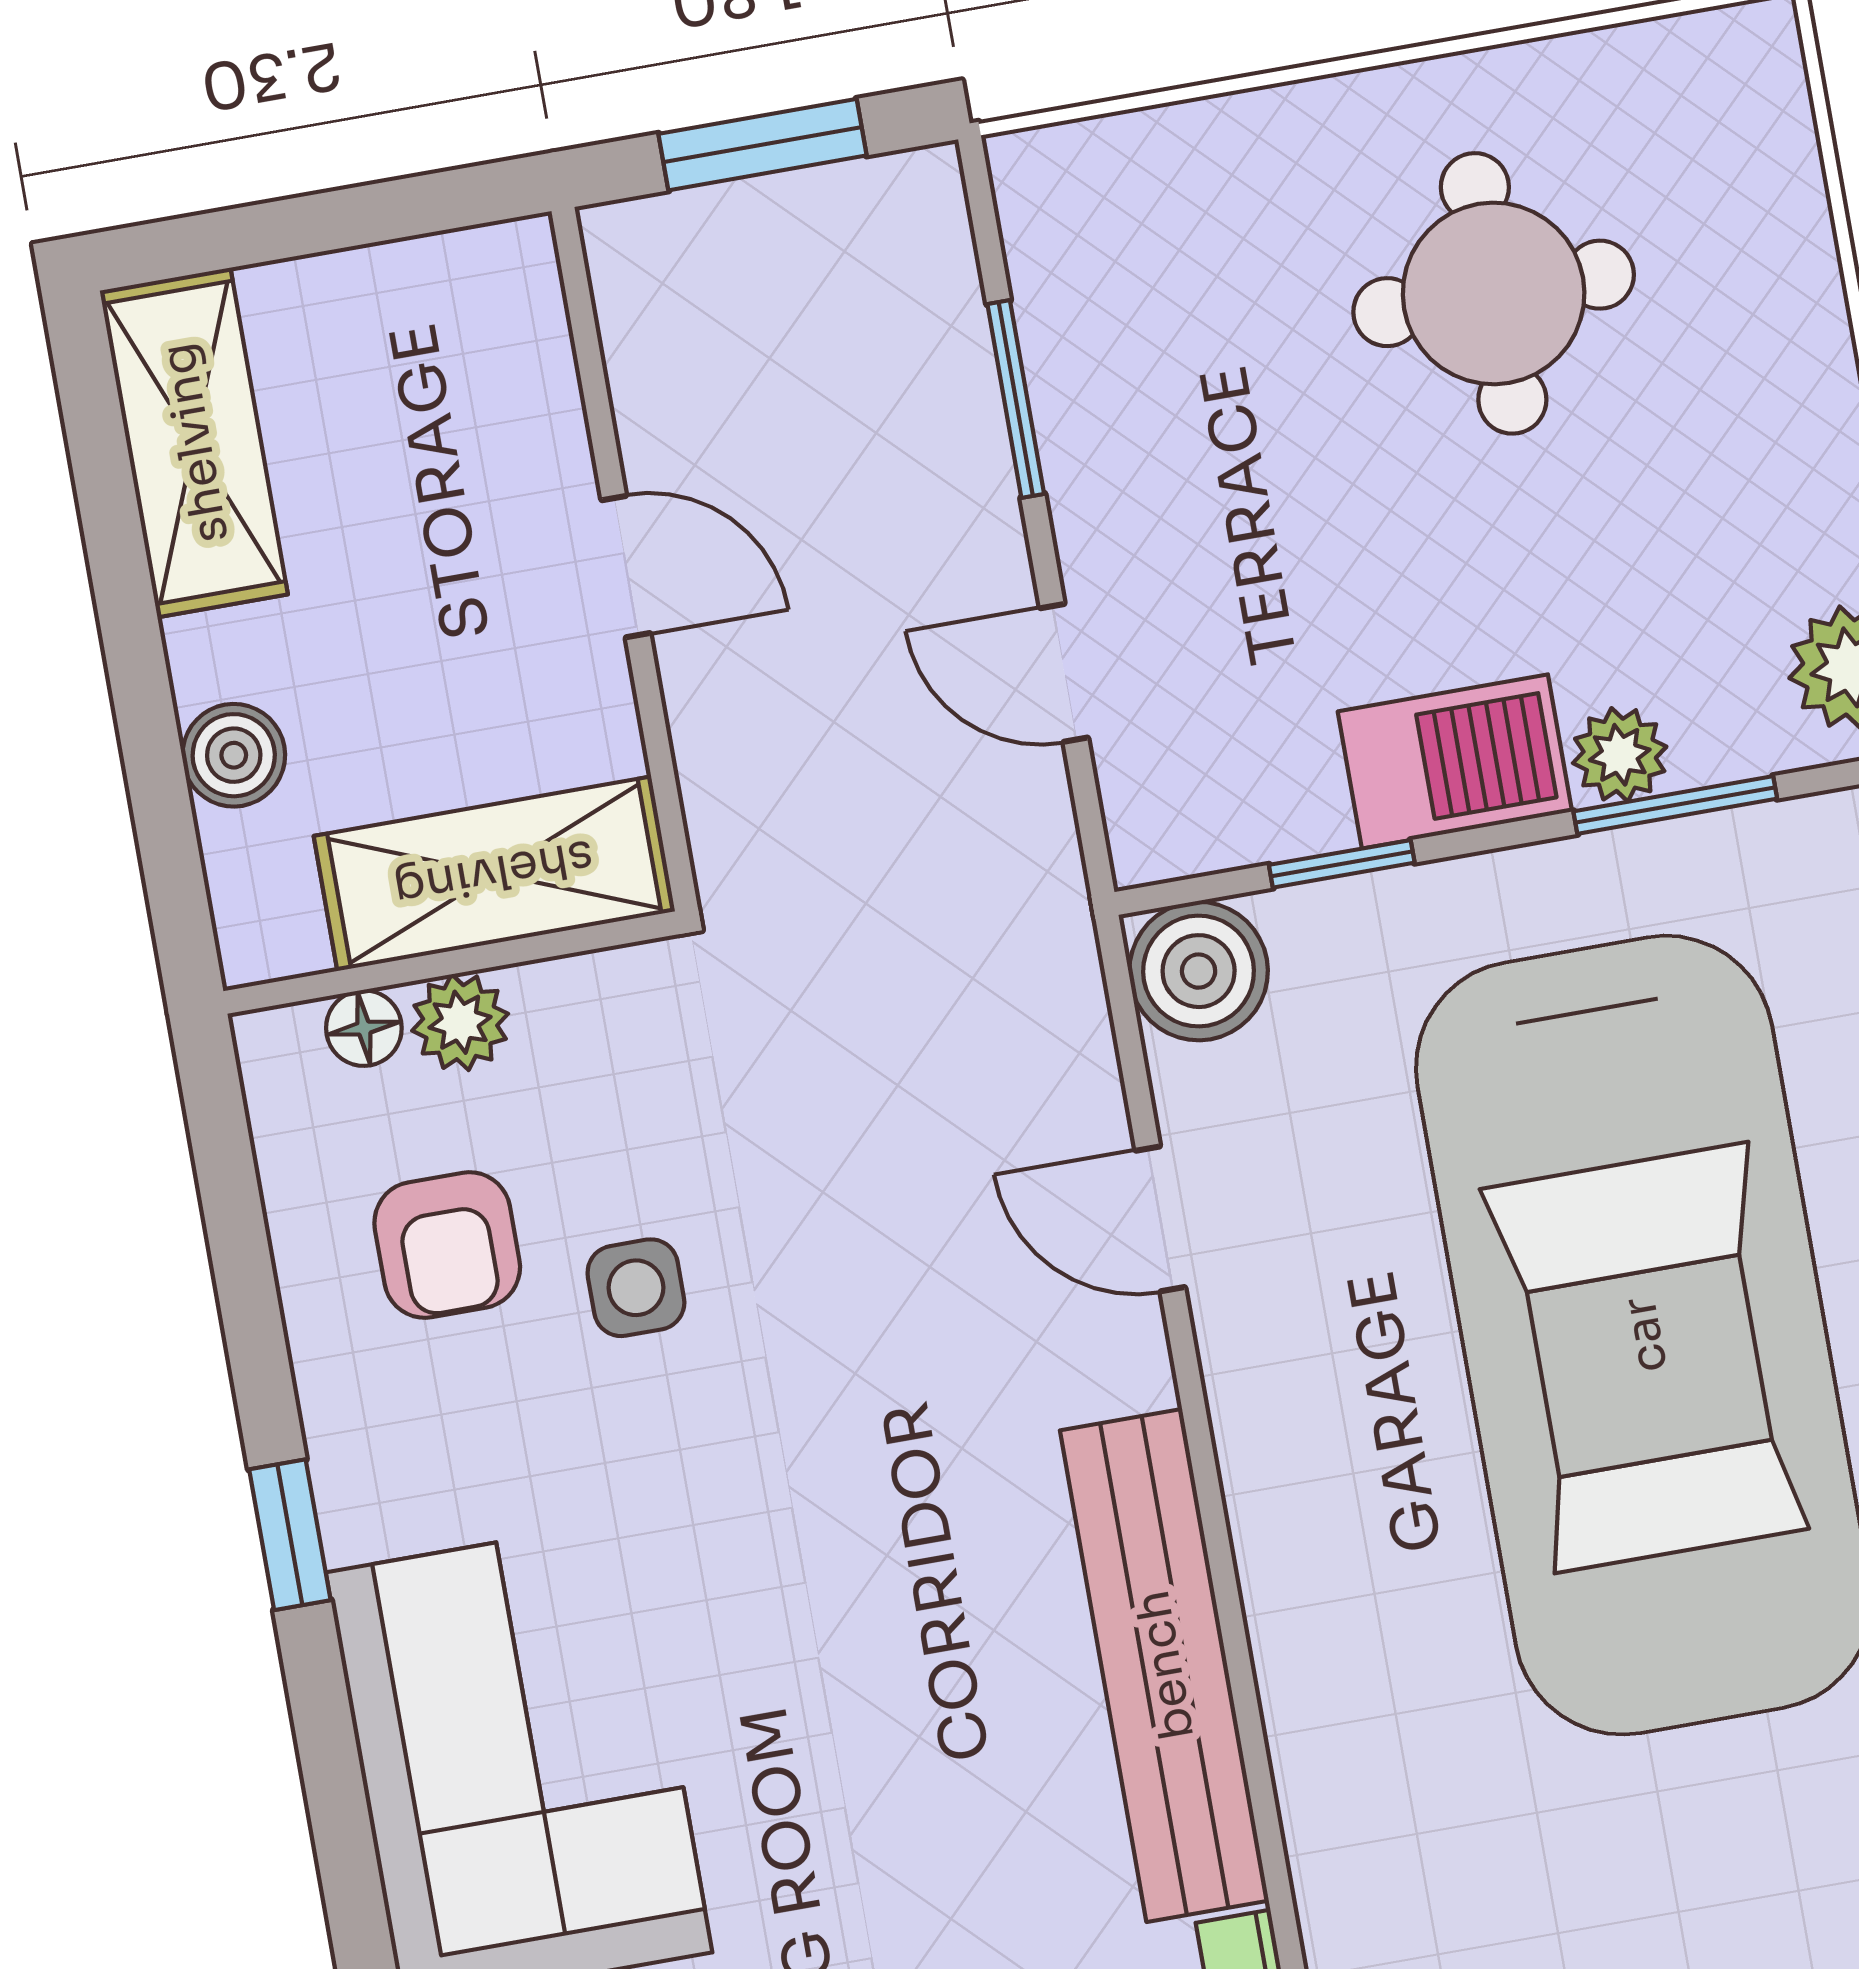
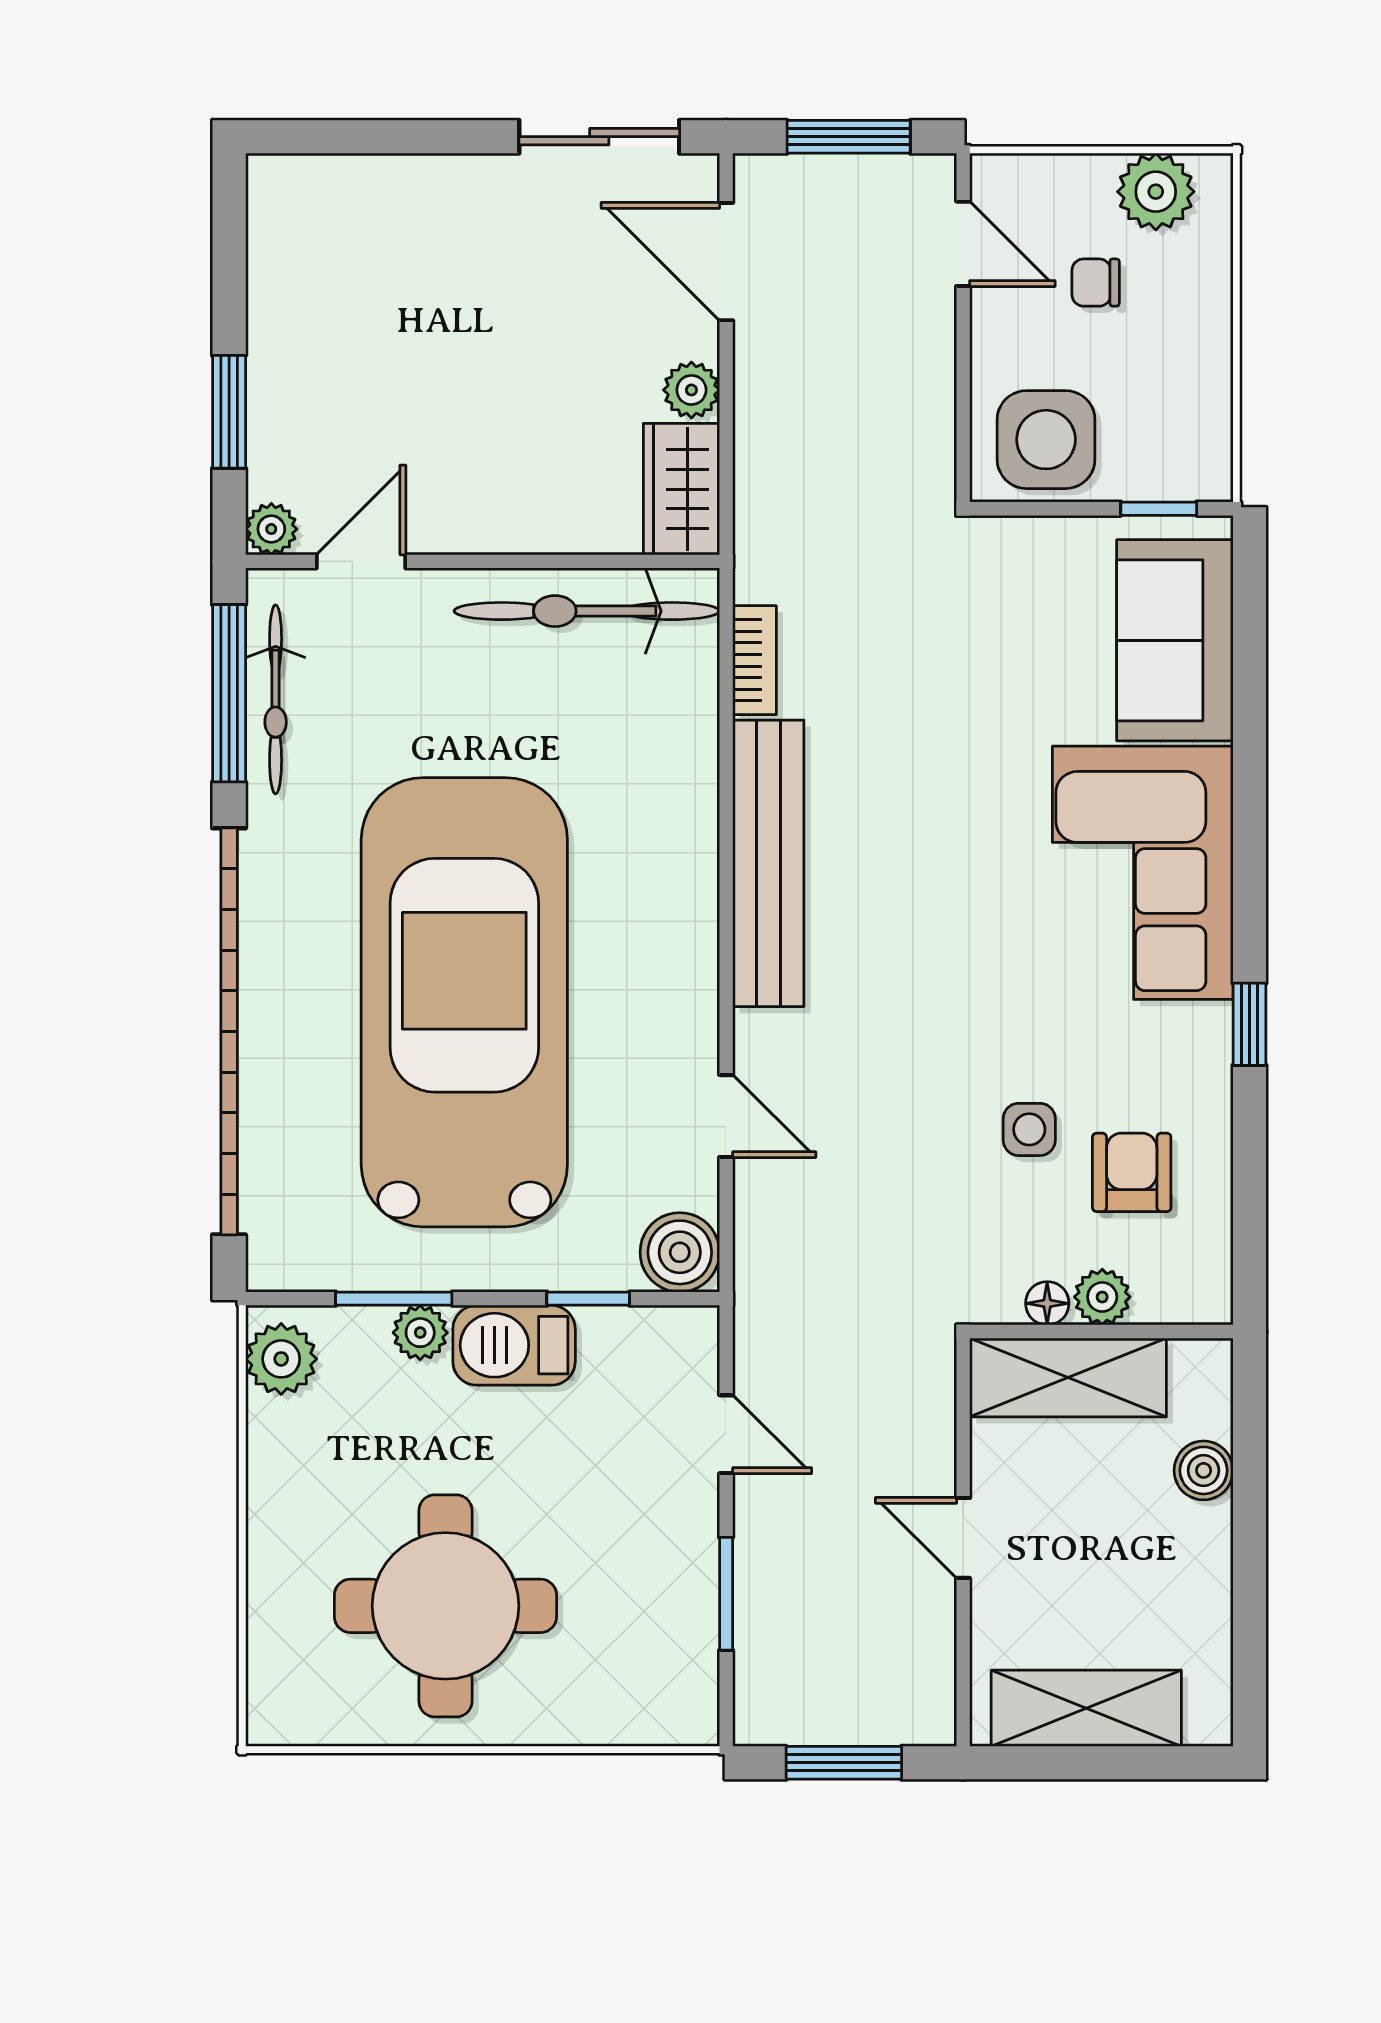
round table: (1494, 293) -> (445, 1606), width x1.36, depth x1.36
shelving: (194, 443) -> (1086, 1708), moved, turned 90
floor lamp: (364, 1028) -> (1047, 1303), moved

